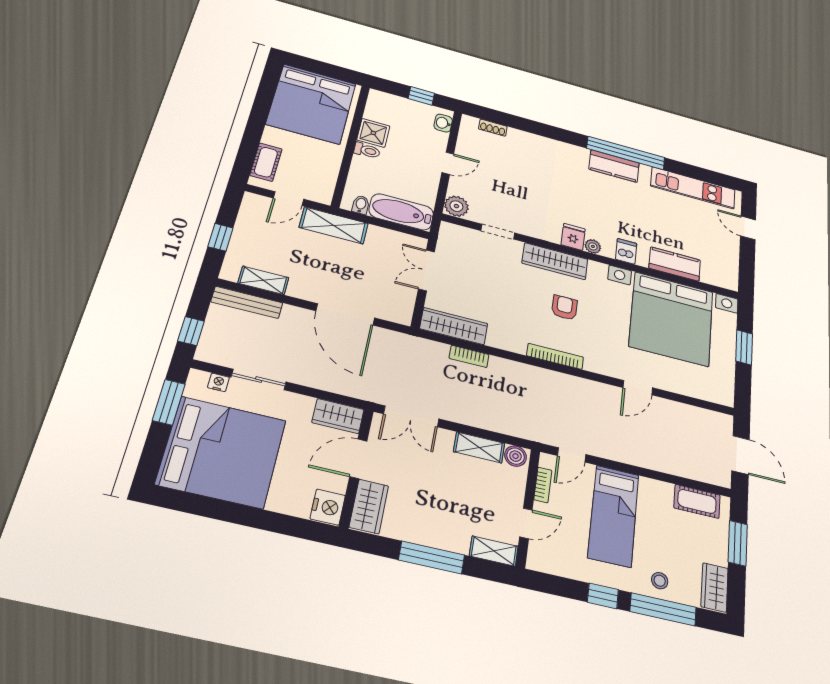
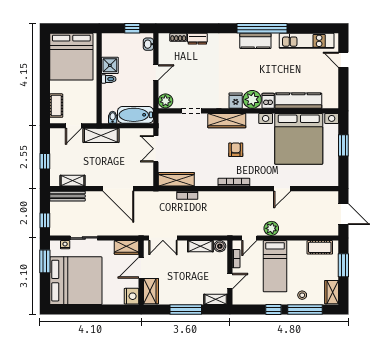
dresser: (523, 138) -> (197, 39), added
plant: (593, 246) -> (252, 99), width x1.87, depth x1.87
kitchen counter: (675, 264) -> (298, 101), width x1.50
plant: (613, 448) -> (271, 228), added

